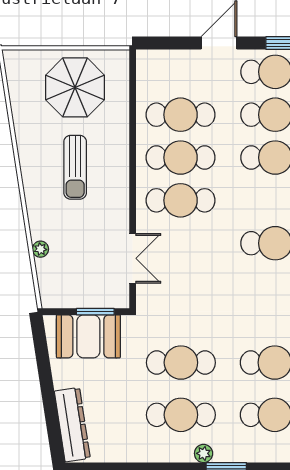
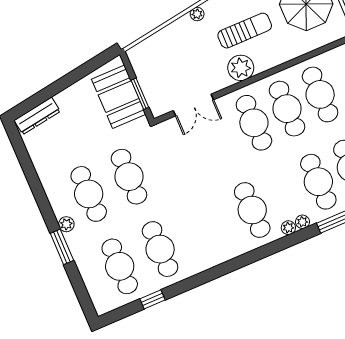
sun lounger: (75, 167) -> (245, 31), turned 180
plant: (114, 189) -> (241, 68), added
plant: (40, 249) -> (197, 14), moved
dresser: (72, 425) -> (37, 116), width x0.73, depth x0.80

